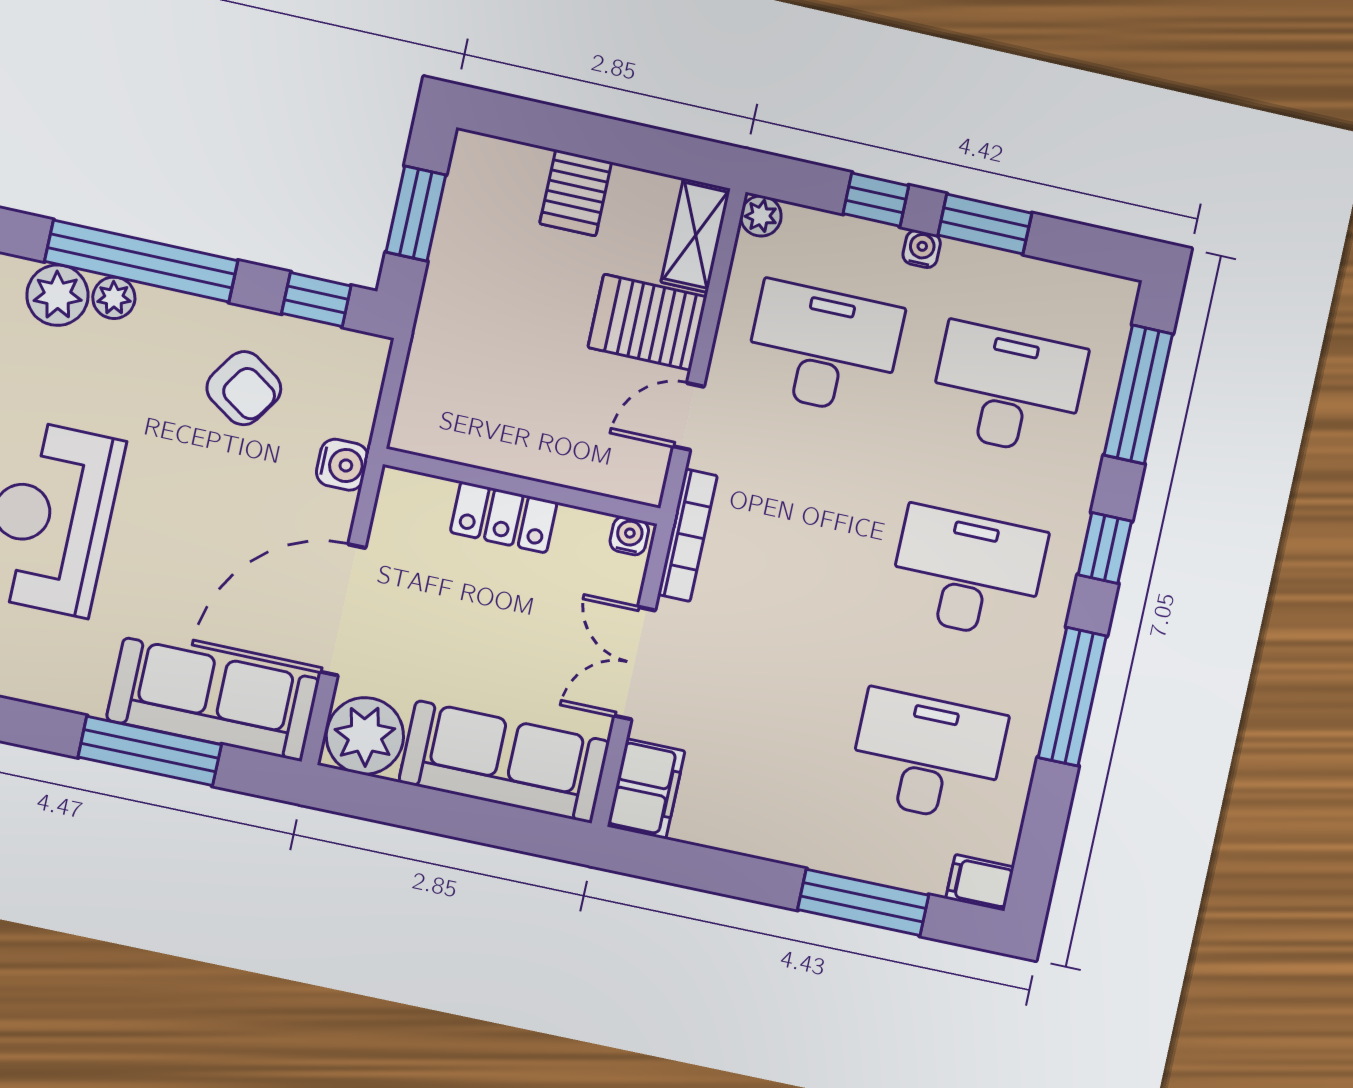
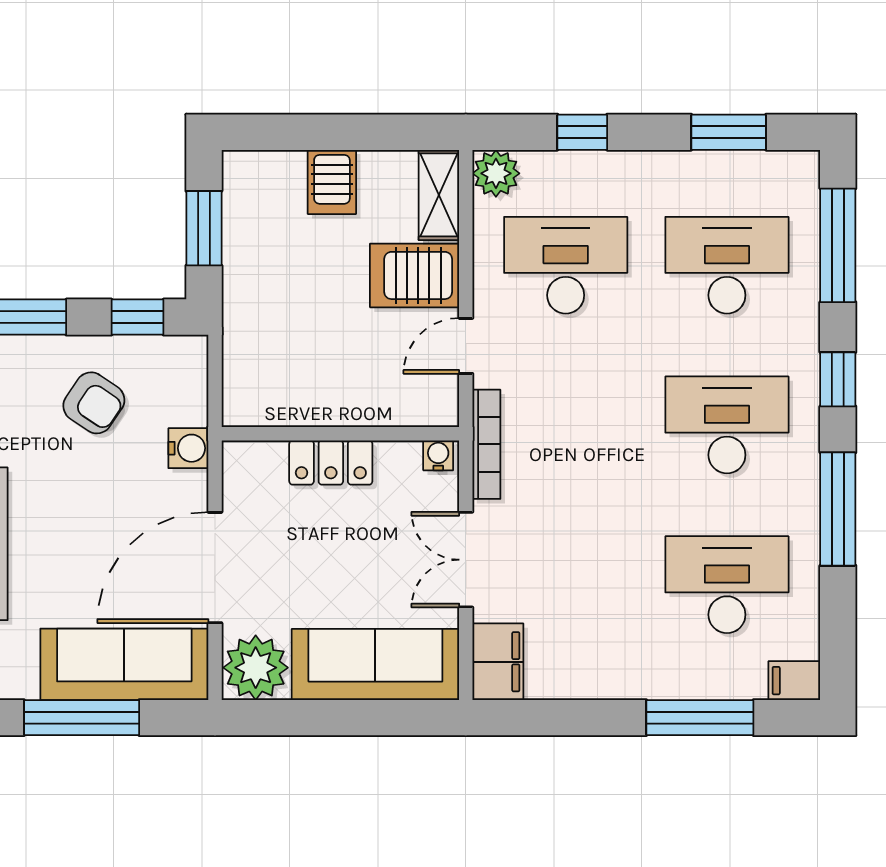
plant: (761, 216) -> (496, 173), width x1.38, depth x1.38
window: (985, 224) -> (729, 132), moved
water cooler: (922, 249) -> (629, 165), removed

